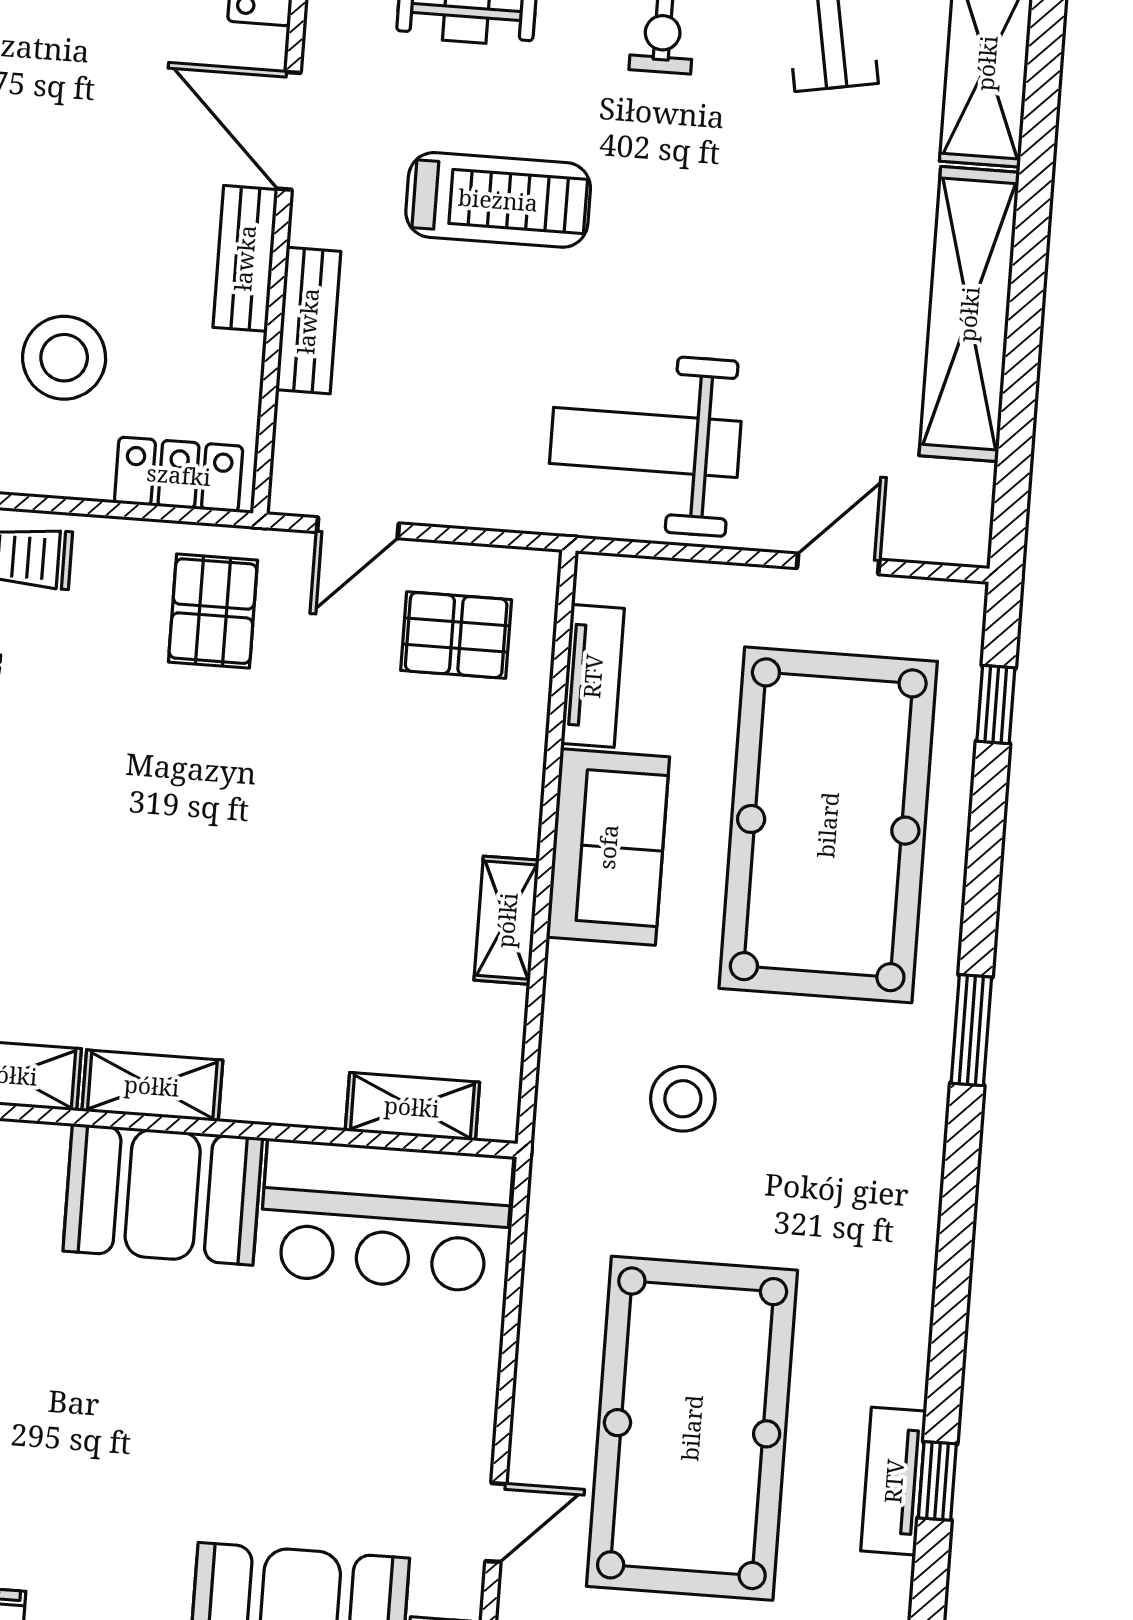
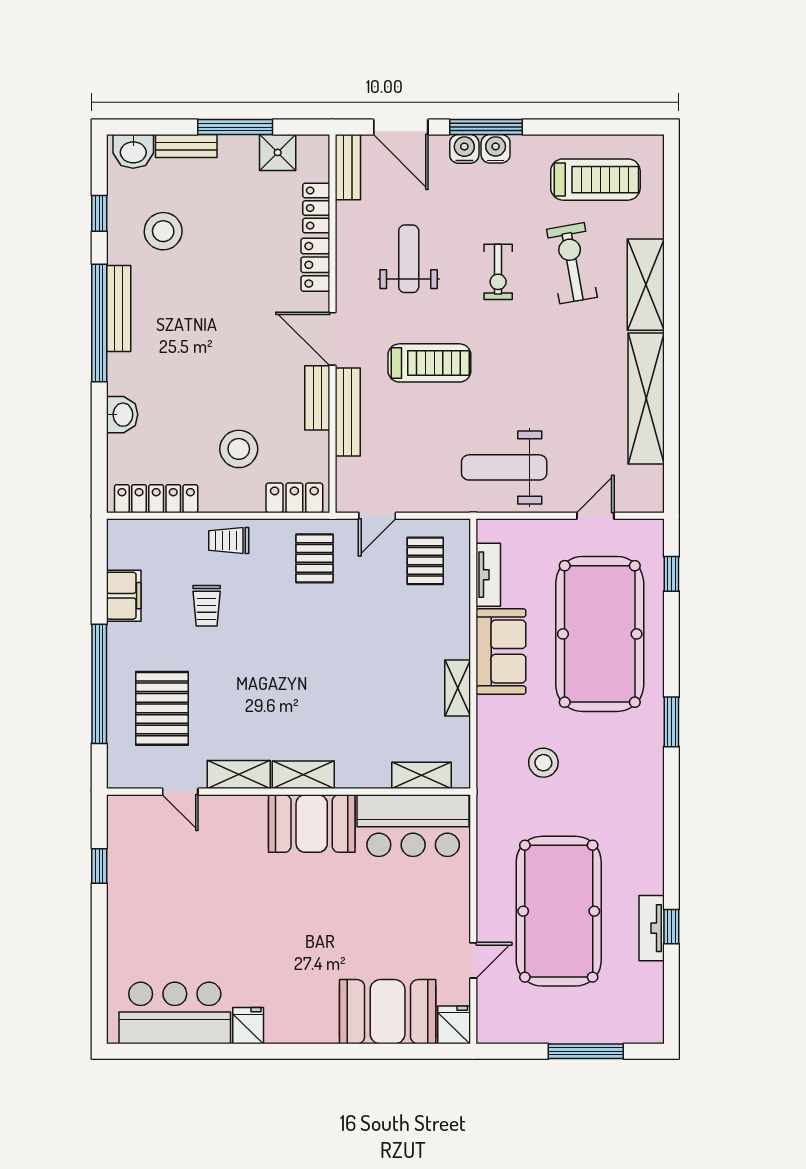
bench: (308, 321) -> (348, 412), width x1.36
pallet: (456, 635) -> (425, 561), turned 90

